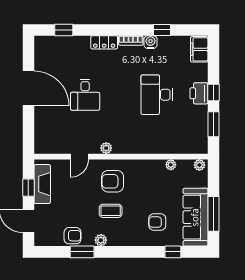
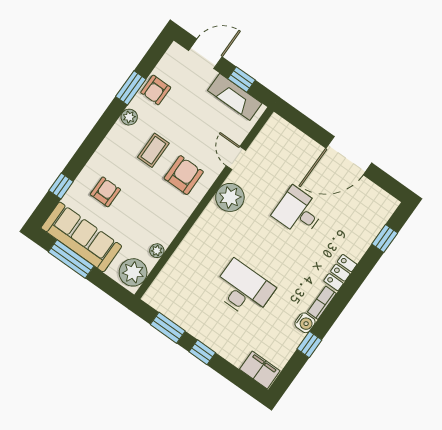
printer: (199, 93) -> (212, 336), removed
plant: (106, 148) -> (230, 197), width x1.88, depth x1.88
plant: (199, 165) -> (133, 272), width x1.88, depth x1.88

